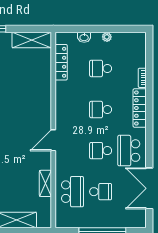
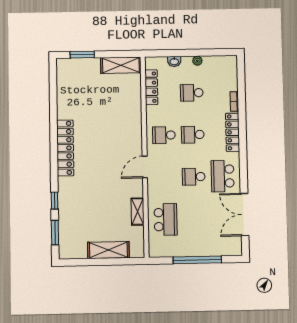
school desk: (101, 192) -> (164, 135), moved, turned 180

